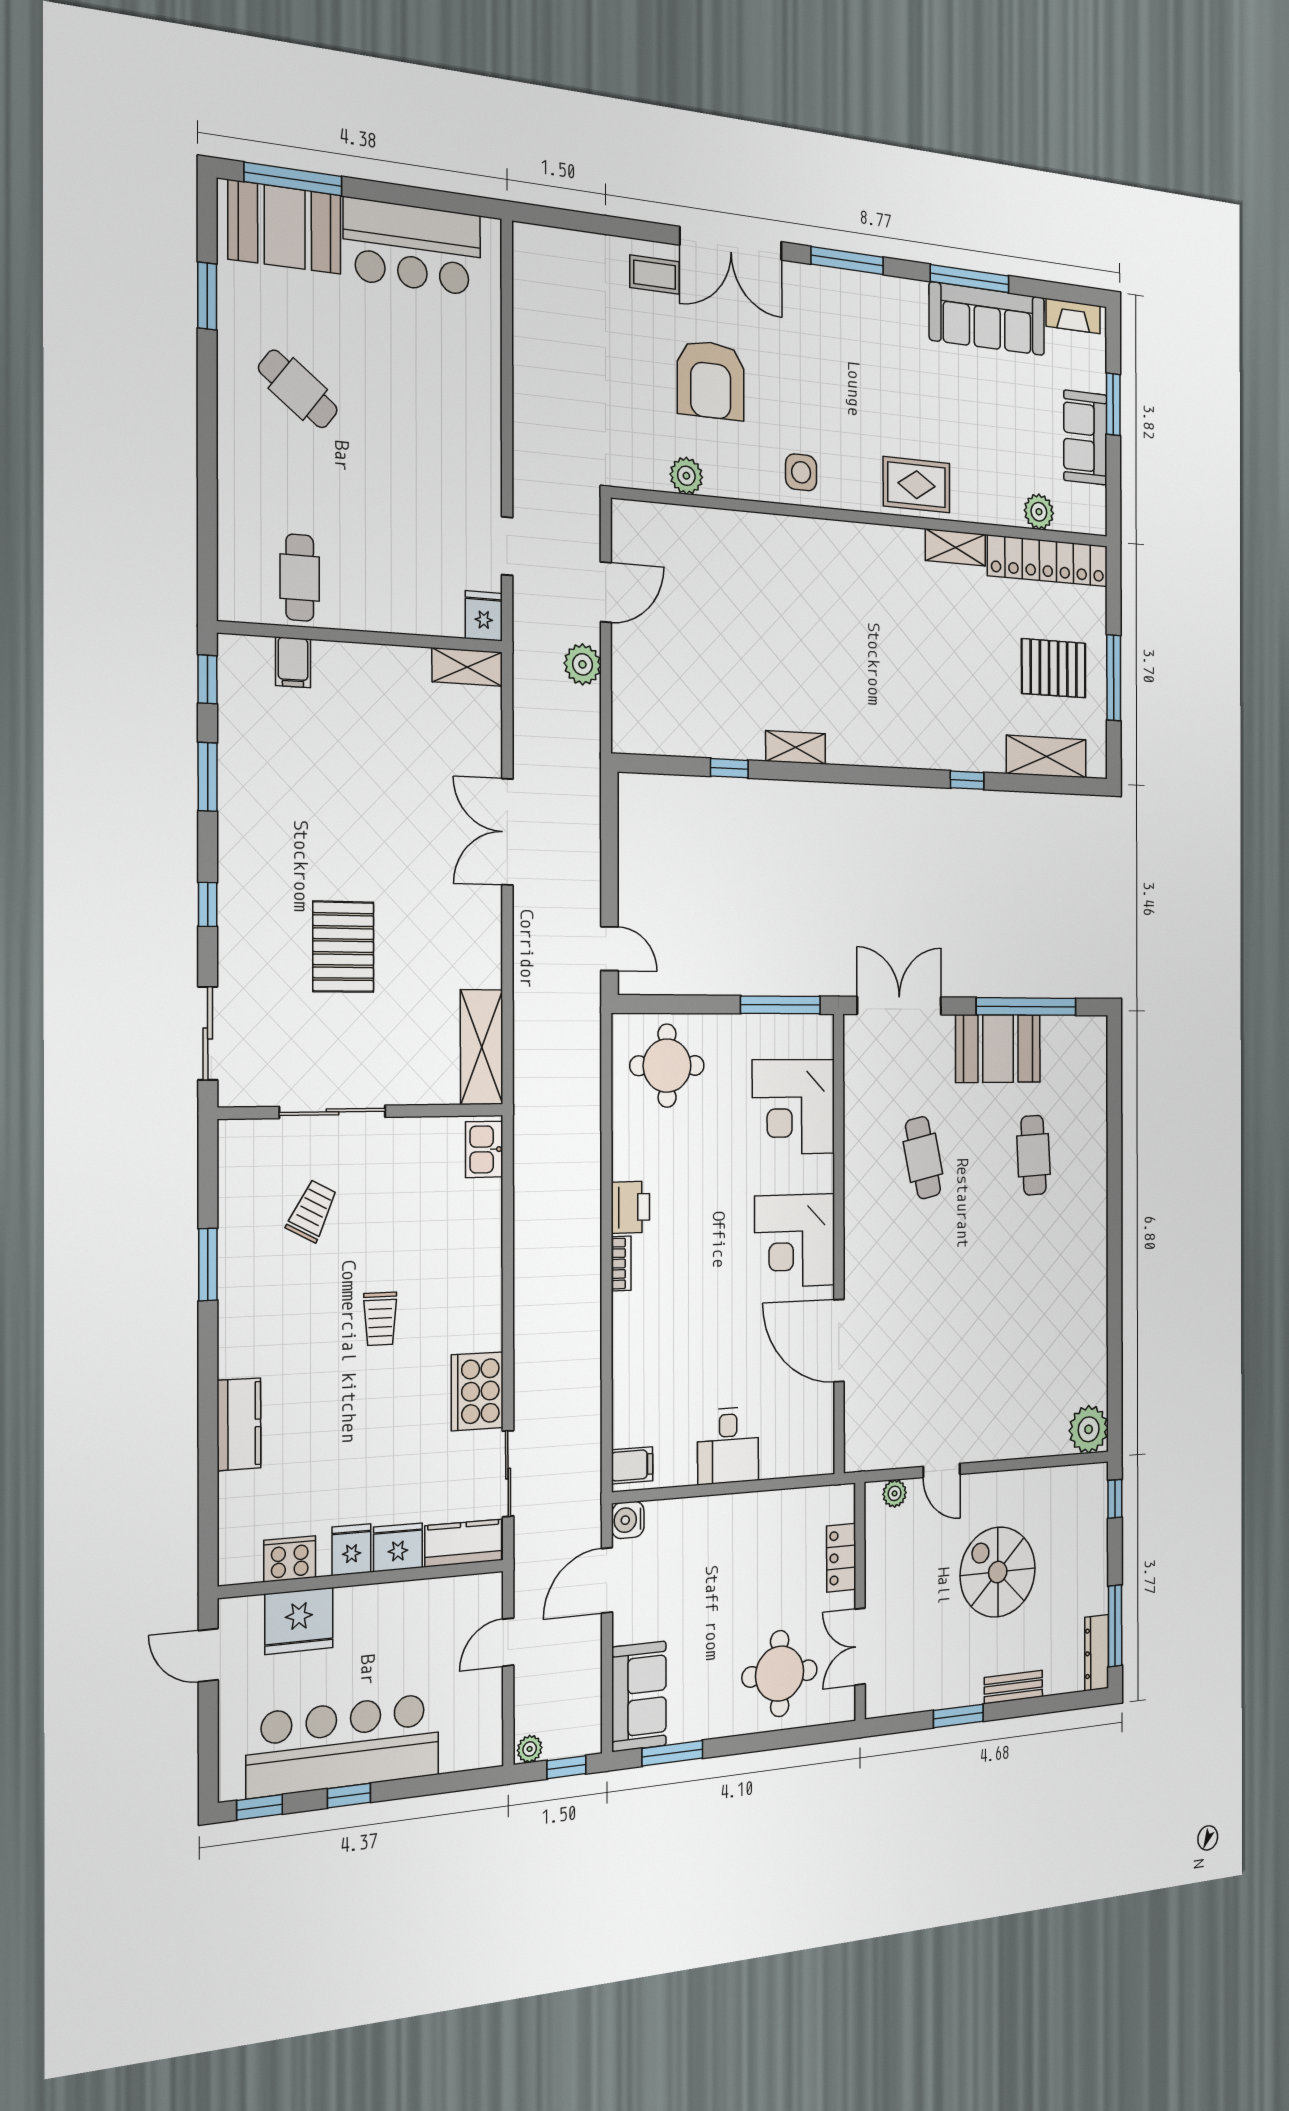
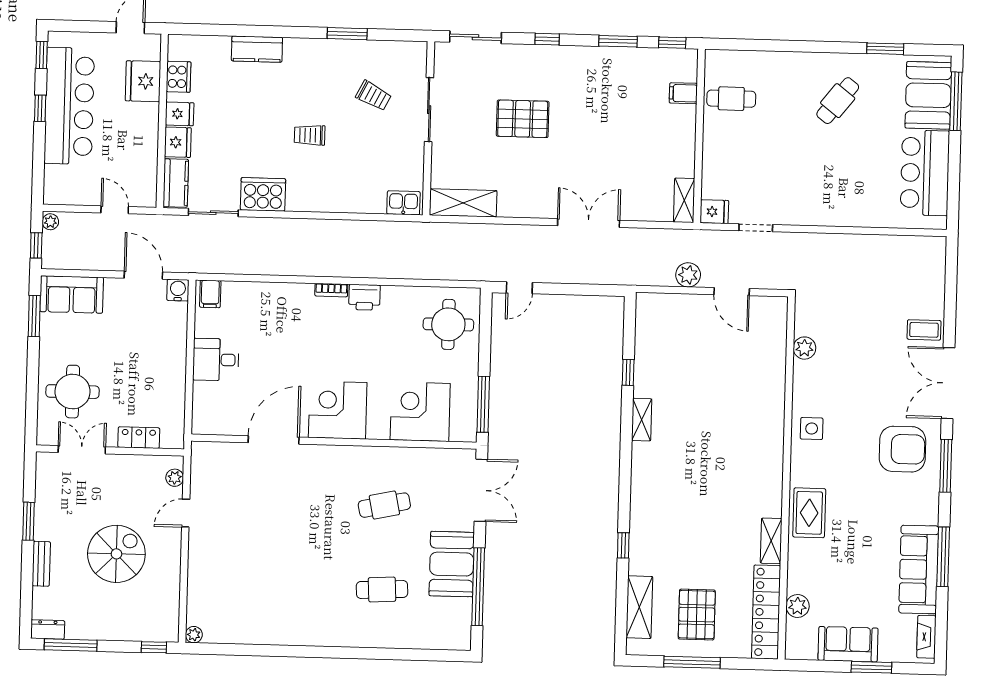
coffee table: (655, 275) -> (924, 330), turned 90
armchair: (711, 380) -> (902, 449), moved, turned 180
plant: (1089, 1429) -> (194, 635), width x0.53, depth x0.53
dresser: (1097, 1653) -> (48, 629), width x0.70

